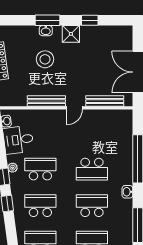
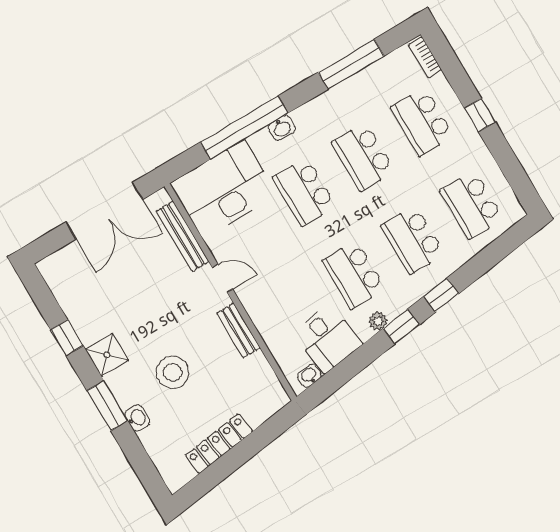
washbasin: (46, 31) -> (137, 418), moved
bench: (46, 101) -> (238, 330), width x0.73
desk: (115, 133) -> (224, 189), added
school desk: (92, 169) -> (304, 192), turned 180
washbasin: (127, 192) -> (282, 128), moved

